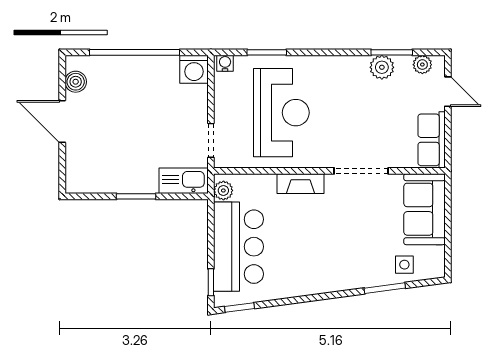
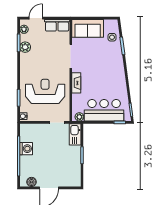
washing machine: (194, 69) -> (26, 149), moved

